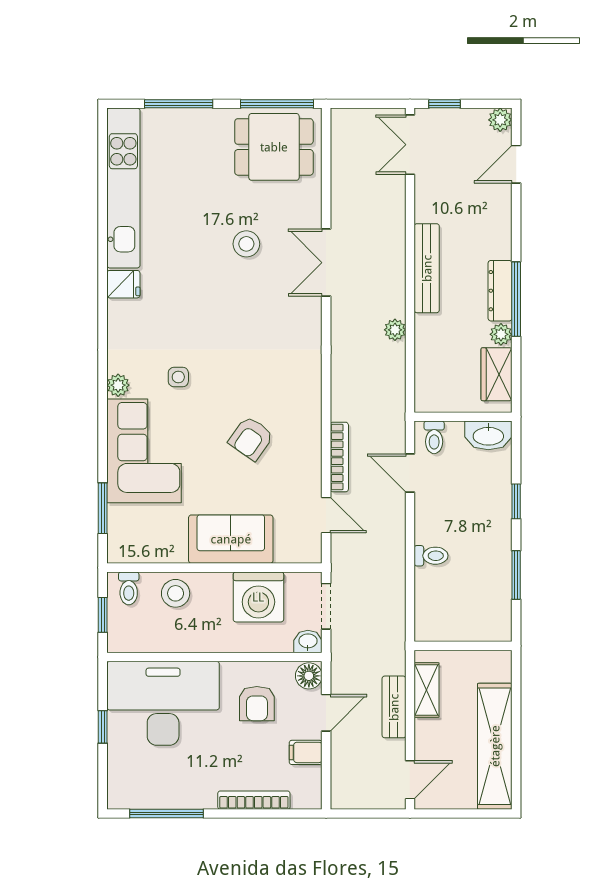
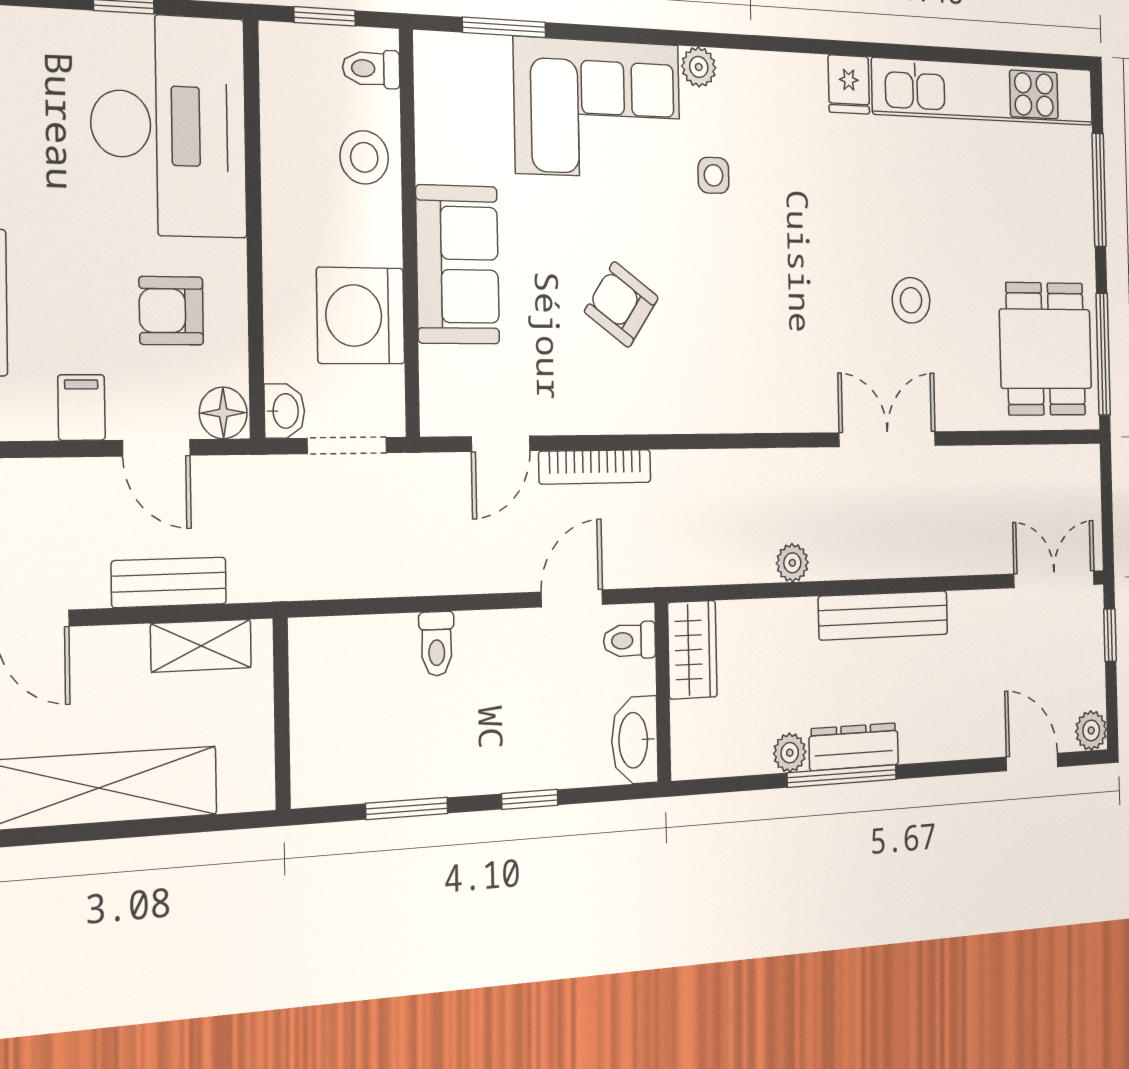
wardrobe: (497, 374) -> (692, 650), moved, turned 90

